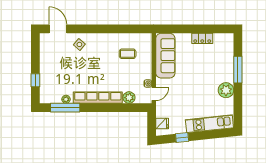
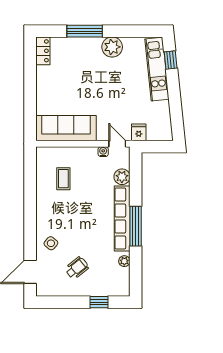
locker: (202, 38) -> (43, 51), moved
wheelchair: (61, 64) -> (77, 268), added
window: (65, 108) -> (136, 226), moved
fridge: (162, 124) -> (139, 132), moved
window: (182, 137) -> (171, 60), moved

